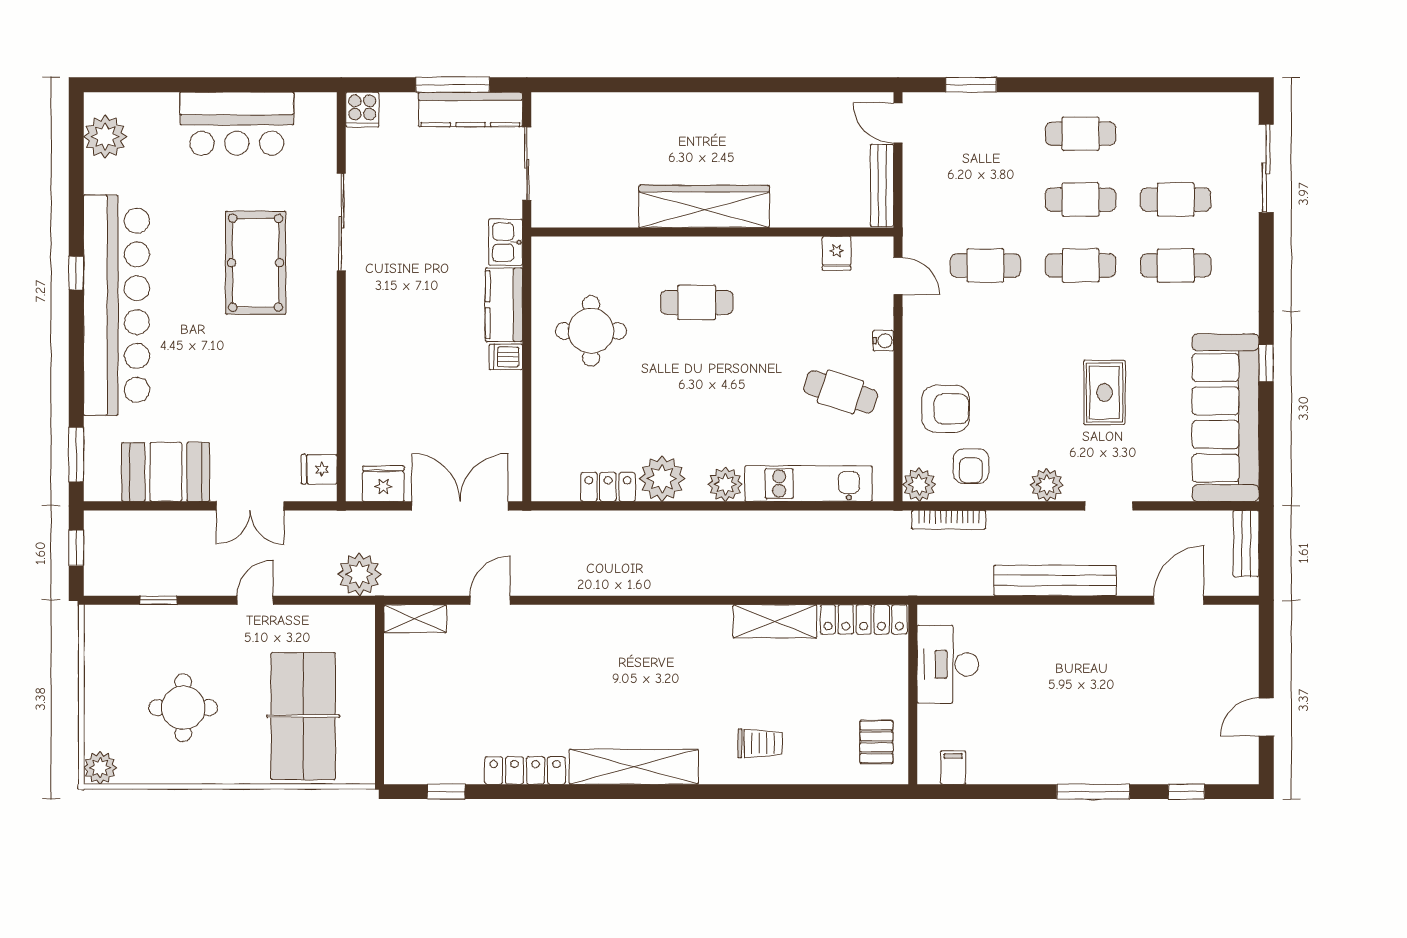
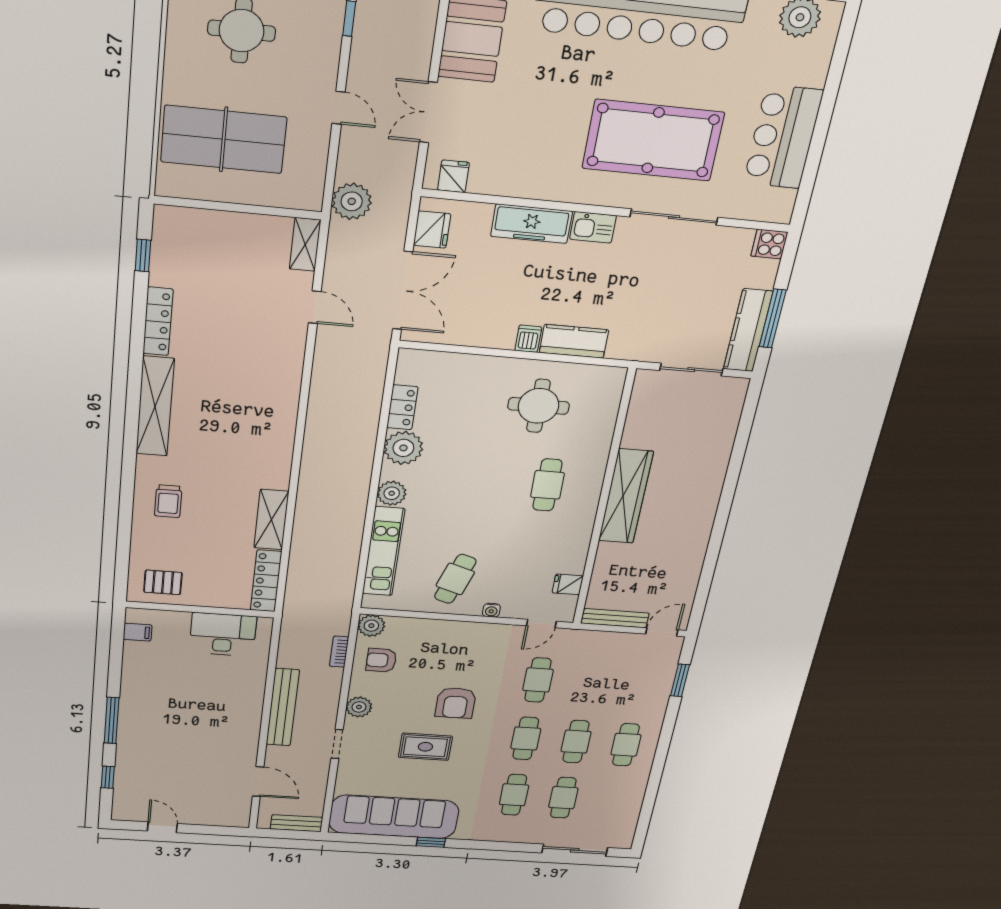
kitchen sink: (506, 242) -> (593, 227), moved, turned 180
pool table: (256, 263) -> (653, 140), width x1.36, depth x1.32
freezer: (365, 377) -> (531, 224), added
armchair: (946, 409) -> (456, 703), moved
bookcase: (949, 520) -> (339, 652), width x0.64

